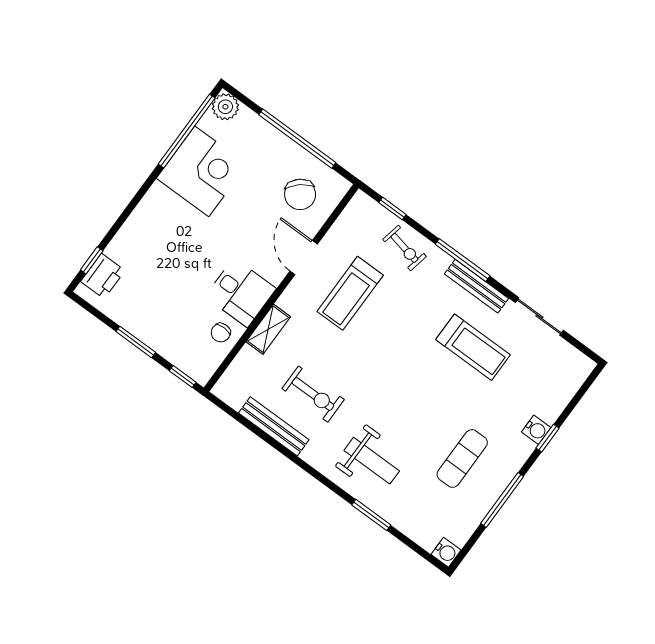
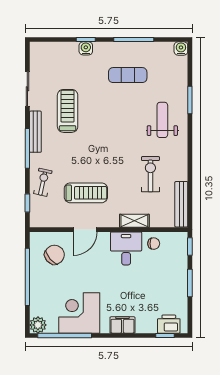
filing cabinet: (145, 215) -> (122, 325), added
bench: (274, 426) -> (181, 204), moved

